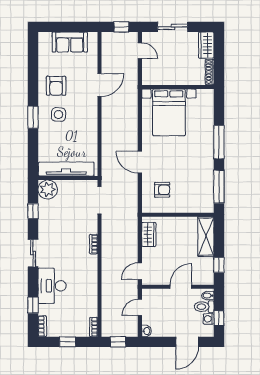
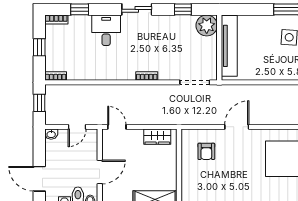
desk: (52, 286) -> (106, 30), width x0.73
door: (181, 287) -> (100, 172), hinge flipped
door: (140, 307) -> (77, 127), swing flipped

